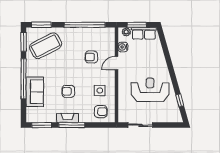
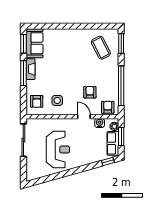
window: (24, 42) -> (105, 26), removed
coffee table: (46, 46) -> (101, 48), width x0.73, depth x0.76
window: (24, 79) -> (69, 26), removed
armchair: (68, 91) -> (108, 107), moved
sofa: (35, 92) -> (34, 43), moved, turned -90
window: (180, 100) -> (108, 161), moved
sliding door: (140, 125) -> (23, 140), width x1.37

